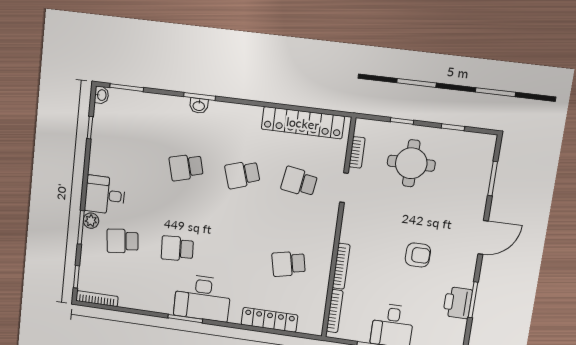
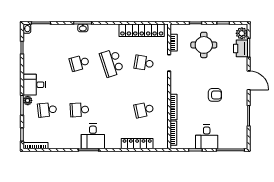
plant: (484, 151) -> (242, 33), added
school desk: (242, 174) -> (112, 63), width x1.85
door: (483, 237) -> (249, 80), hinge flipped
desk: (202, 298) -> (93, 136), width x0.73
printer: (458, 303) -> (241, 48), moved

